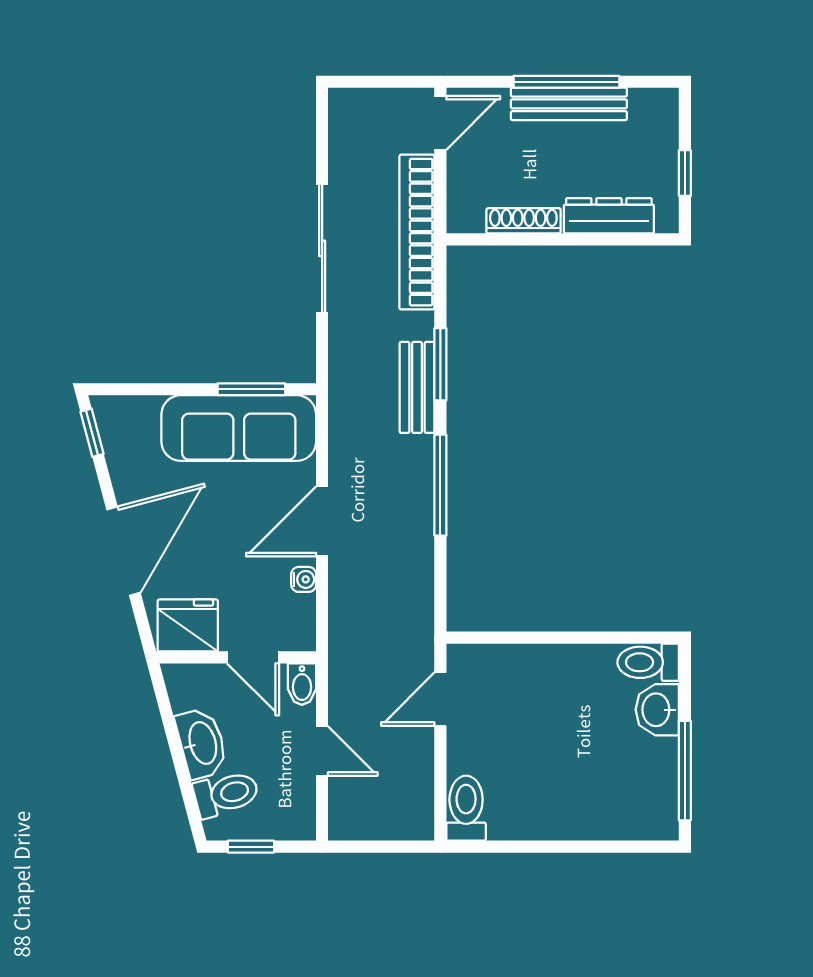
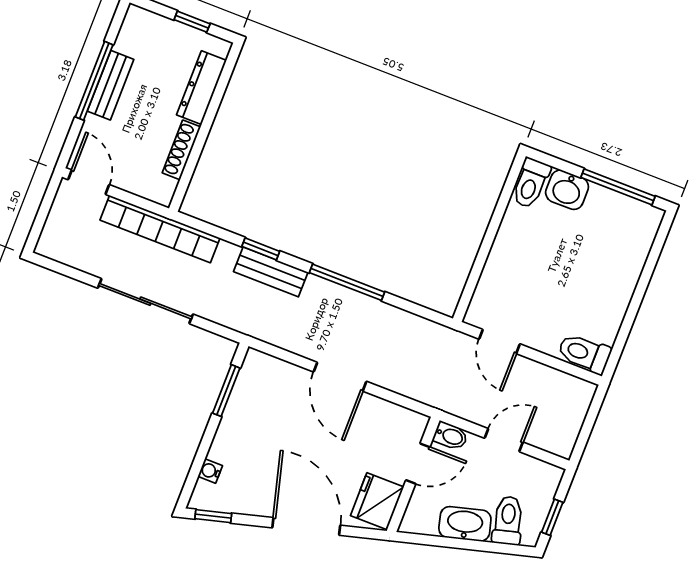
bench: (569, 104) -> (111, 85), width x0.73
window: (440, 364) -> (261, 249), width x0.67
sofa: (239, 428) -> (250, 410), removed
water cooler: (304, 579) -> (210, 471), moved, turned -90

